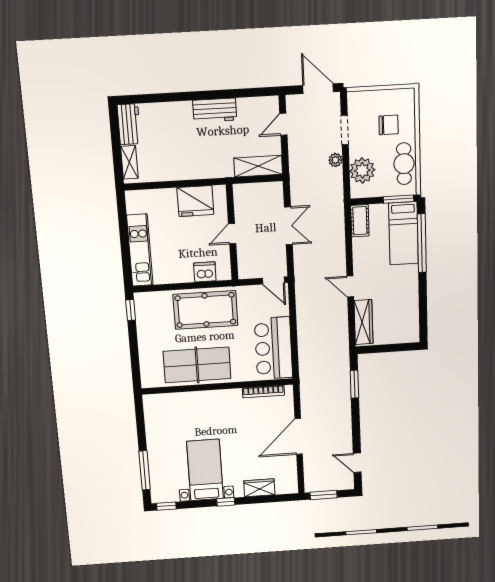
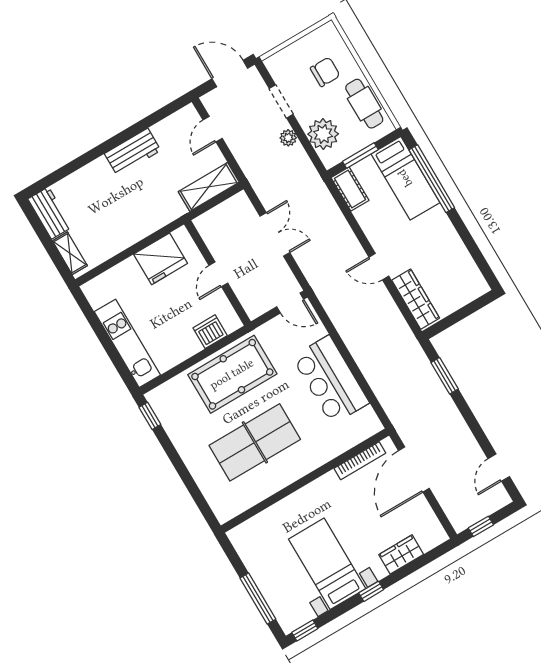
window: (398, 199) -> (360, 155), moved
wall: (217, 386) -> (305, 481), moved
bookcase: (263, 392) -> (360, 461), moved
door: (357, 463) -> (499, 468), hinge flipped
window: (324, 495) -> (481, 526), width x0.67

